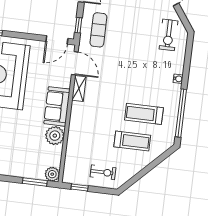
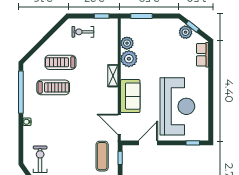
door: (57, 40) -> (148, 143), moved
shelving: (79, 88) -> (113, 76), moved
sofa: (57, 106) -> (130, 96), moved
plant: (52, 174) -> (127, 43), moved

